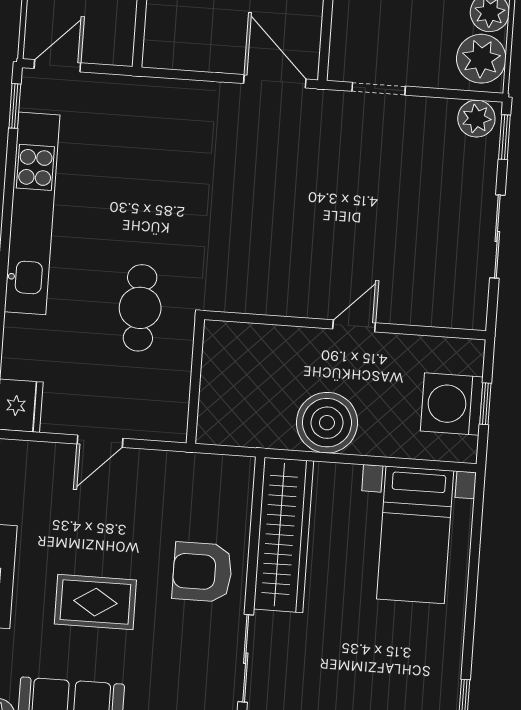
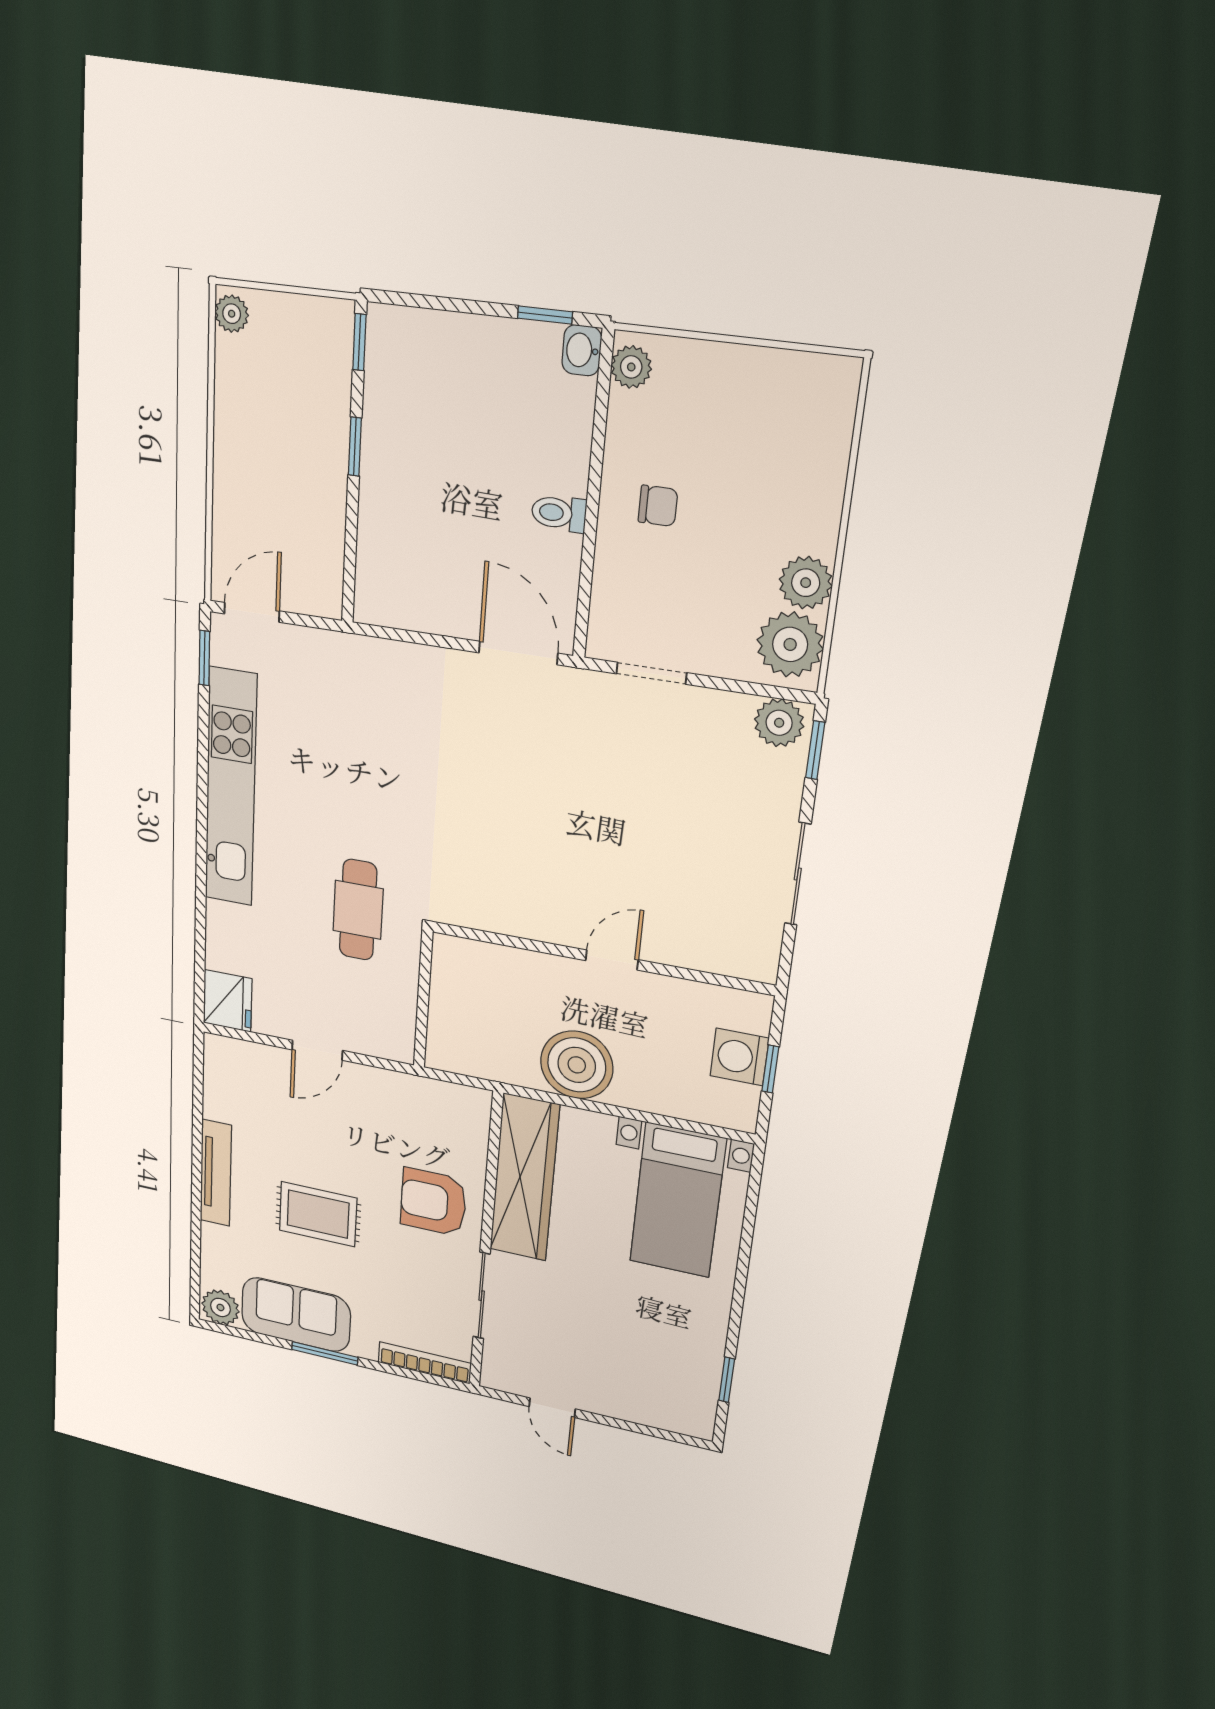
washing machine: (452, 404) -> (739, 1057), width x0.73, depth x0.73

